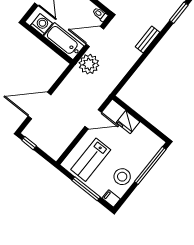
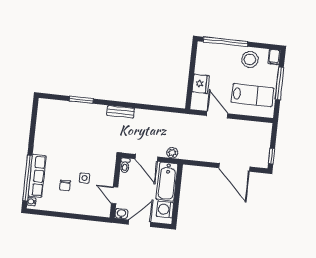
plant: (89, 64) -> (172, 153), width x0.53, depth x0.53

